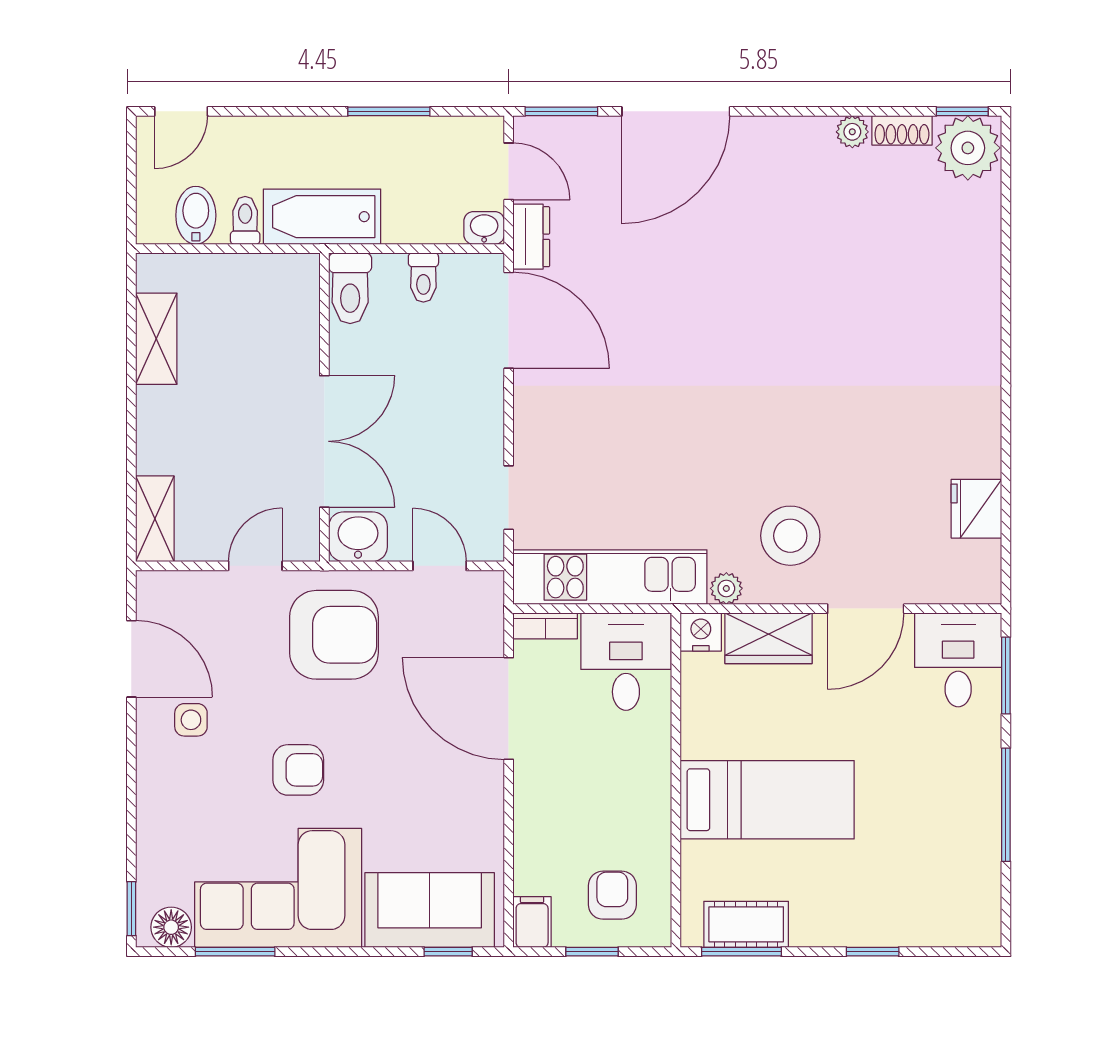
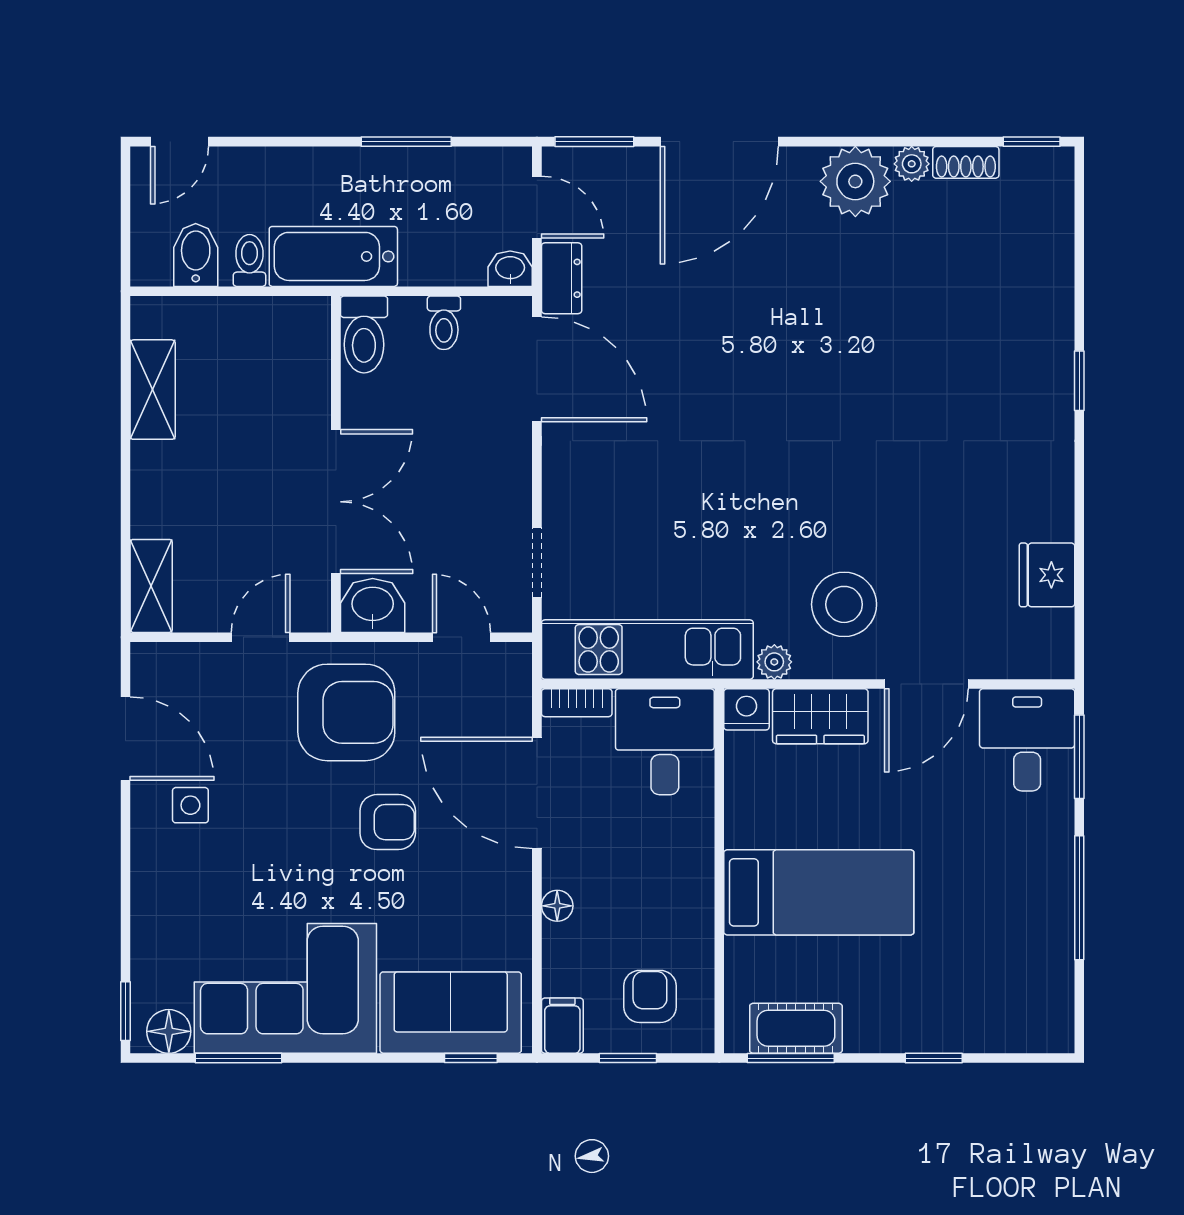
plant: (968, 148) -> (855, 181), moved
window: (1006, 331) -> (1079, 381), added
armchair: (298, 770) -> (388, 822), moved
floor lamp: (527, 812) -> (557, 906), added

